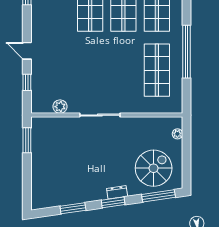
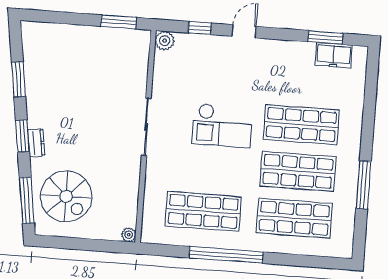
checkout: (95, 61) -> (222, 126), added
plant: (60, 107) -> (165, 41), moved
plant: (177, 134) -> (129, 235), moved

